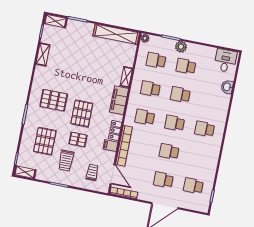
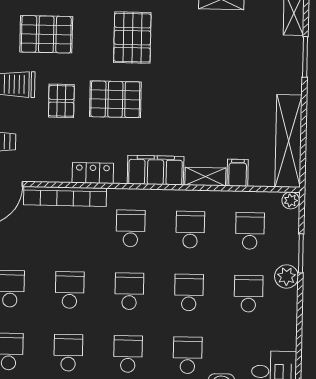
school desk: (210, 101) -> (188, 355), added
filing cabinet: (110, 146) -> (238, 173), moved
school desk: (199, 157) -> (68, 353), added

